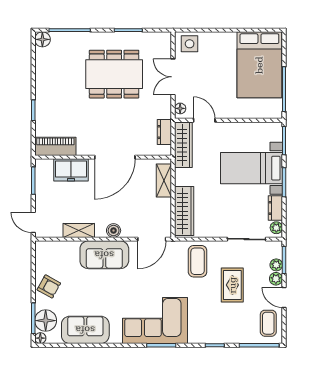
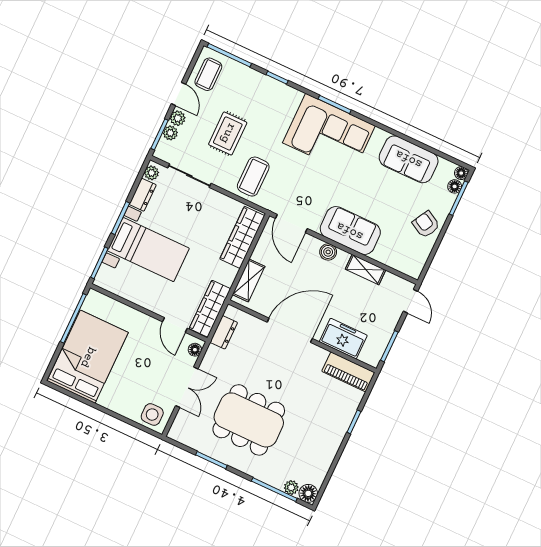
plant: (58, 38) -> (291, 488), added
door: (152, 239) -> (291, 223), swing flipped
floor lamp: (46, 321) -> (455, 186), width x0.53, depth x0.53

